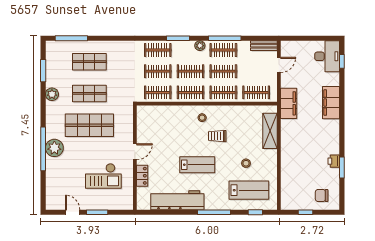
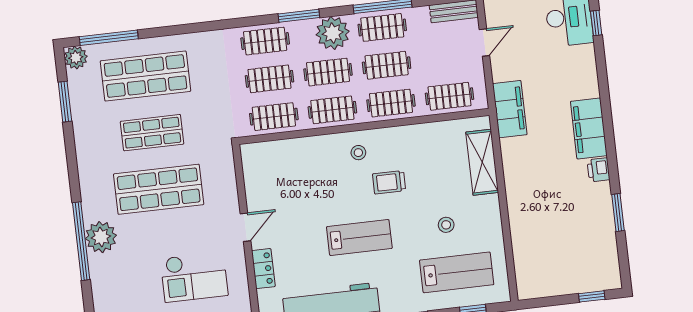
plant: (200, 46) -> (333, 33), width x1.88, depth x1.88
shop shelf: (89, 62) -> (146, 76), width x1.43, depth x1.36
plant: (52, 94) -> (76, 58), moved
filing cabinet: (331, 103) -> (589, 128), moved
printer: (334, 161) -> (598, 170), moved
chair: (322, 196) -> (588, 267), removed
window: (306, 212) -> (592, 296), moved

